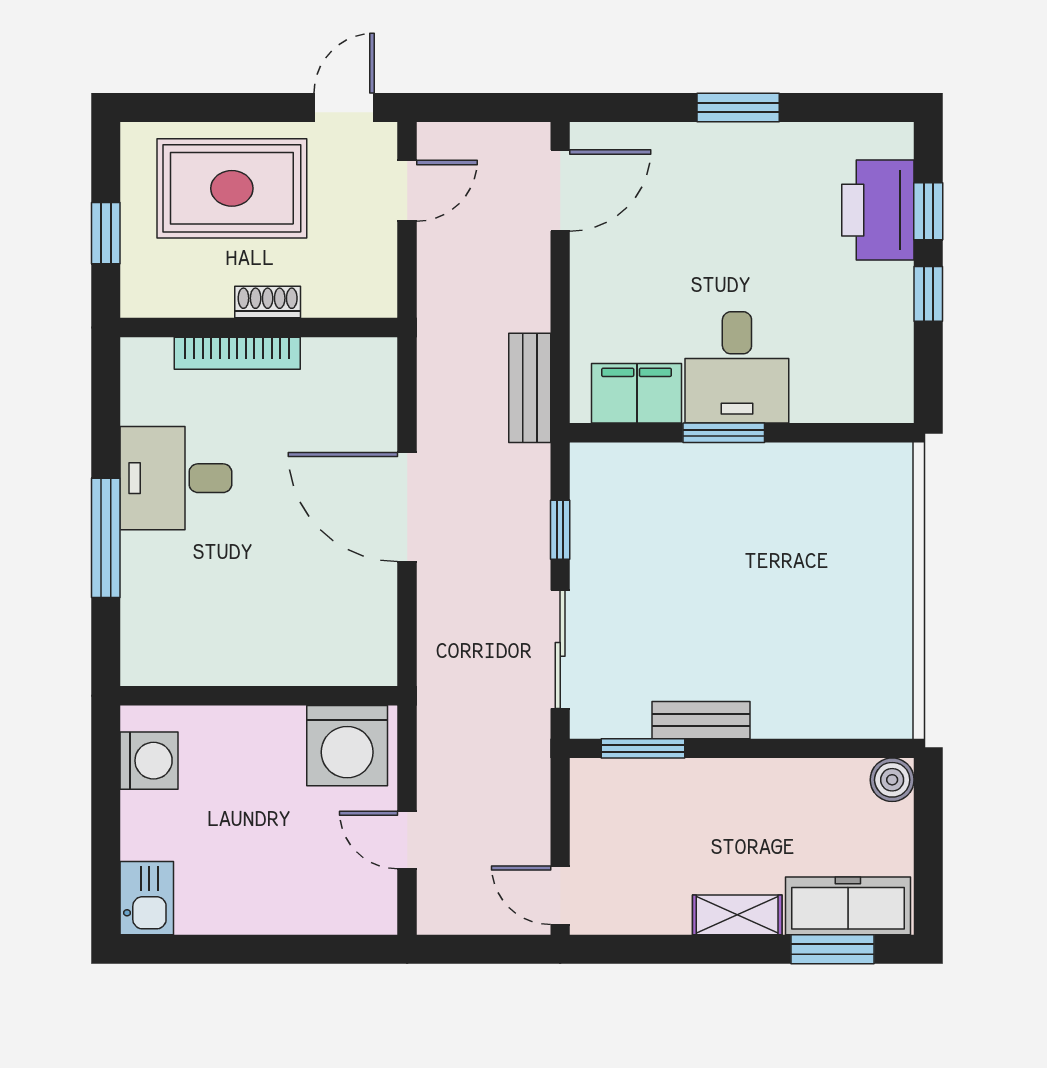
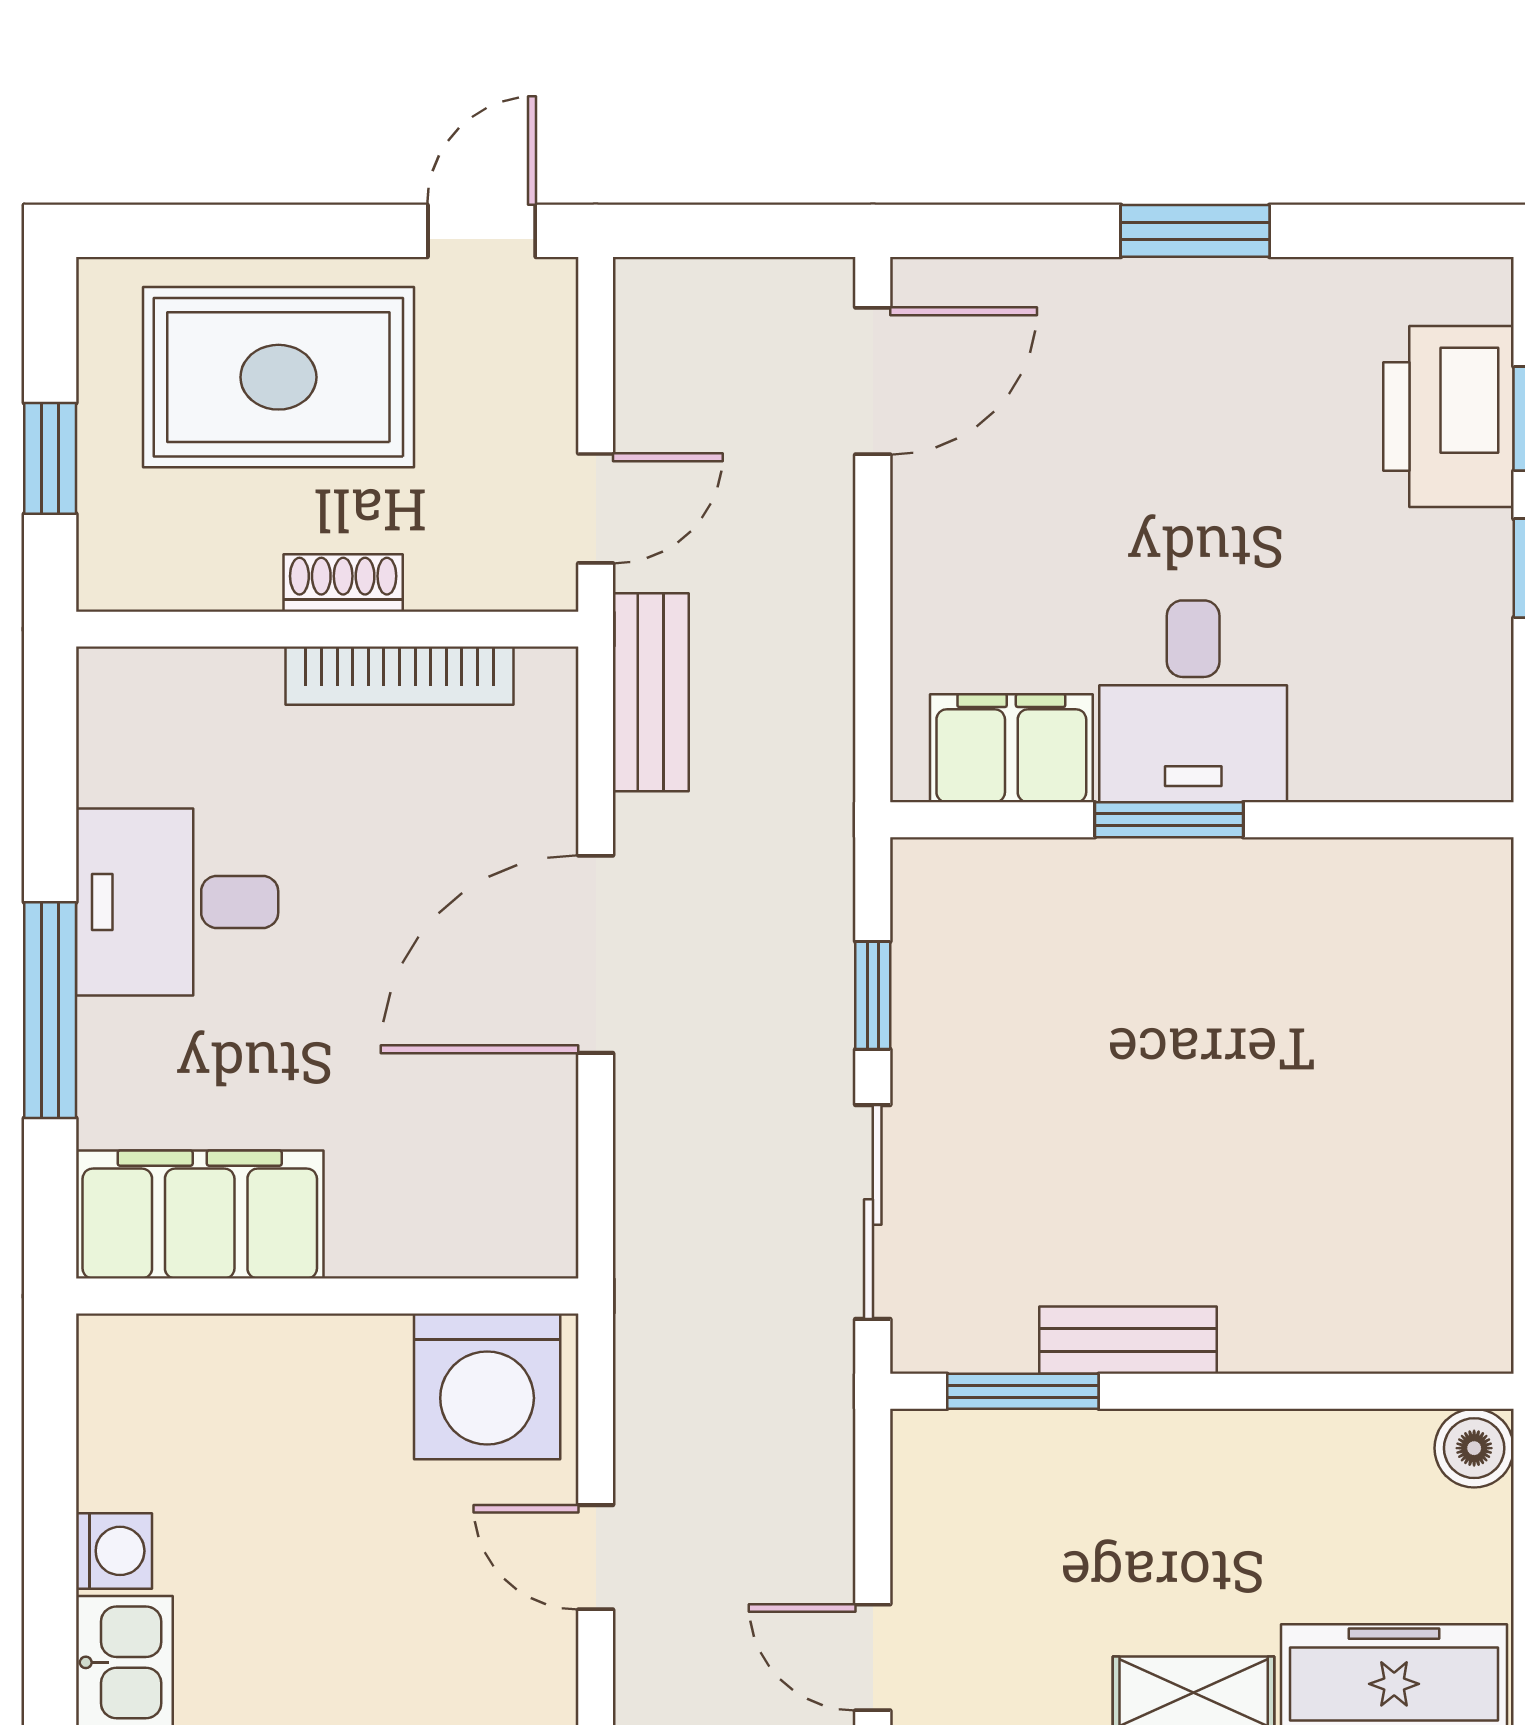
door: (407, 191) -> (596, 508), moved
bookcase: (237, 353) -> (399, 676), moved
bench: (530, 388) -> (651, 692), moved
door: (407, 507) -> (596, 954), hinge flipped
filing cabinet: (188, 651) -> (200, 1215), added
washing machine: (149, 761) -> (114, 1551), moved, width x0.73, depth x0.73

